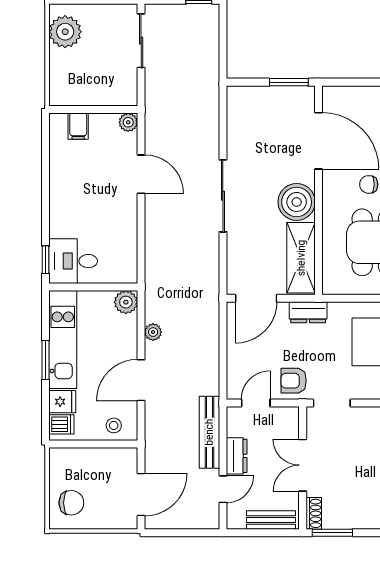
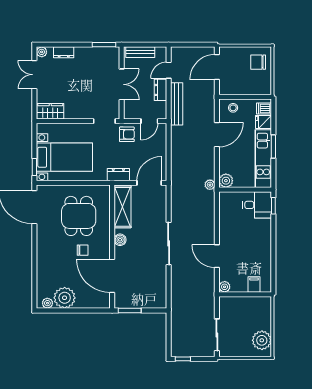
boiler: (297, 202) -> (120, 240), width x0.54, depth x0.54
plant: (153, 332) -> (210, 185), moved
shoe rack: (314, 513) -> (115, 56), removed

